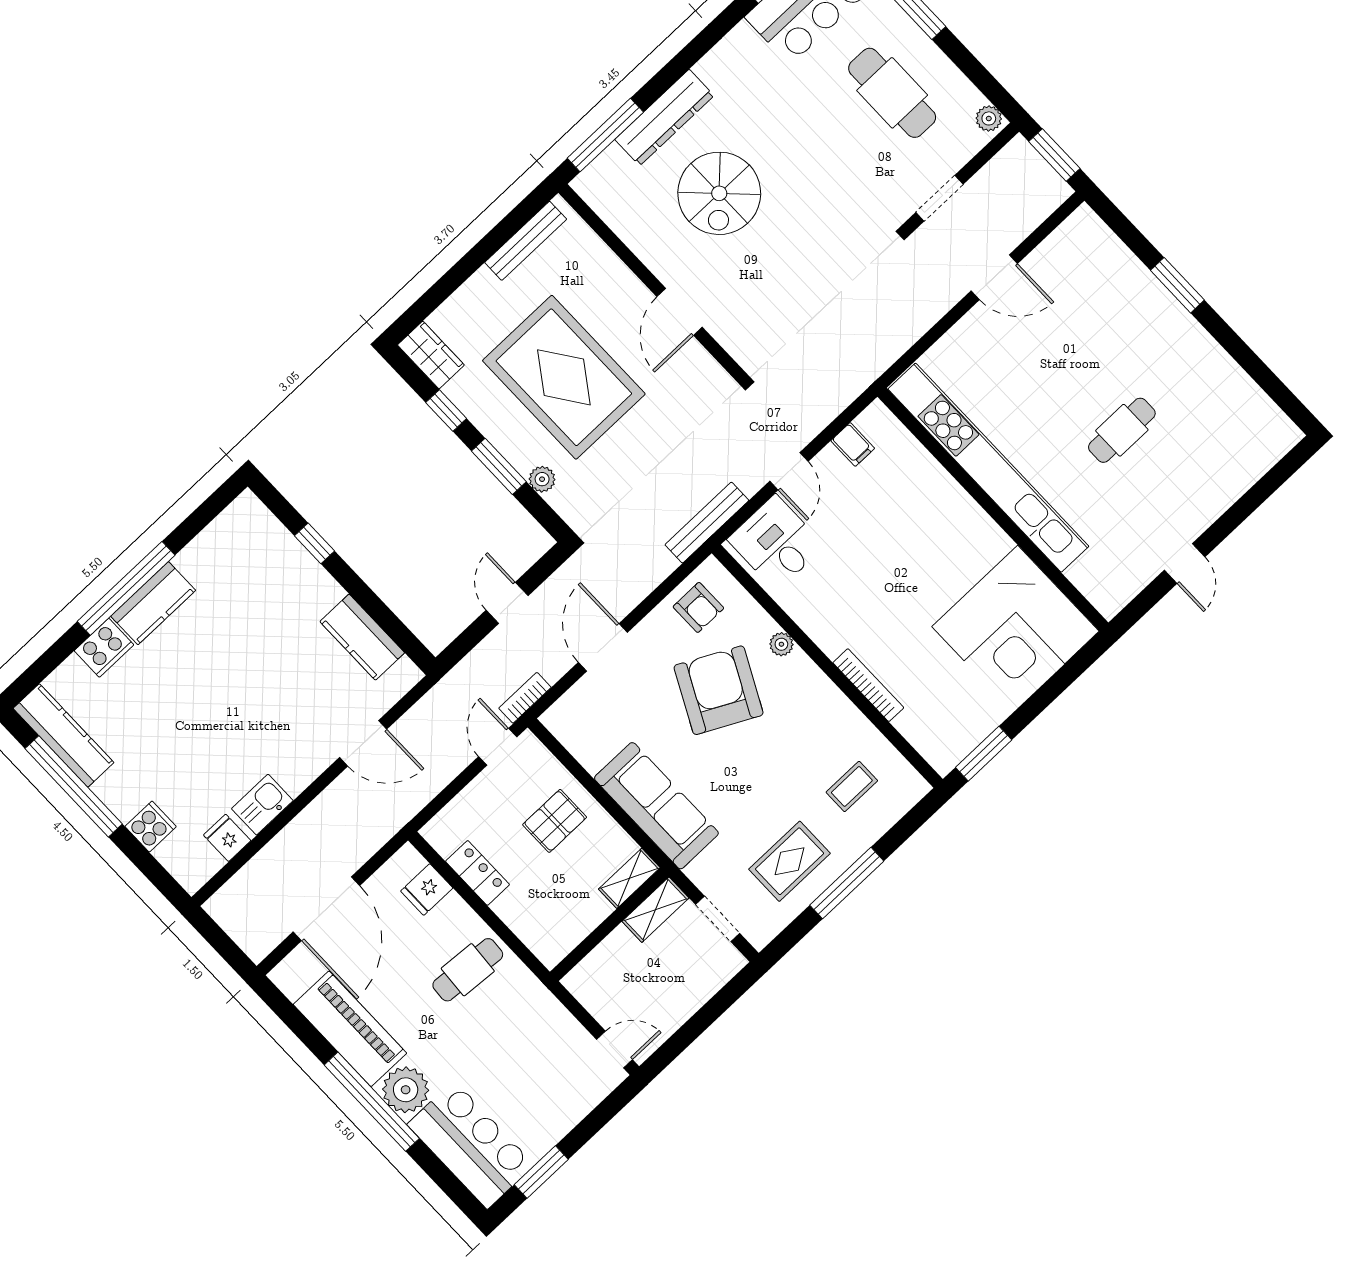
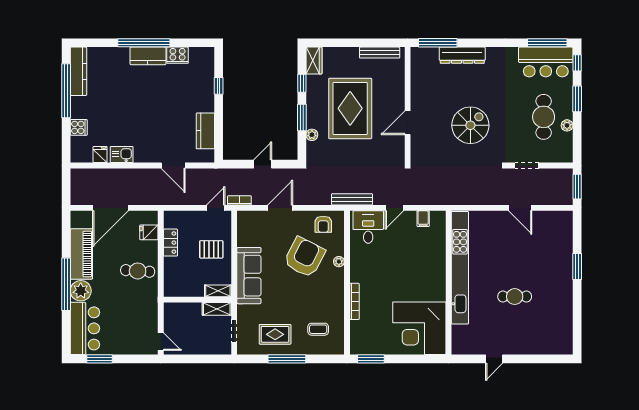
plant: (989, 118) -> (567, 125), moved
spiral stairs: (719, 193) -> (470, 125), moved, turned 180
cooker: (104, 648) -> (178, 55), moved

